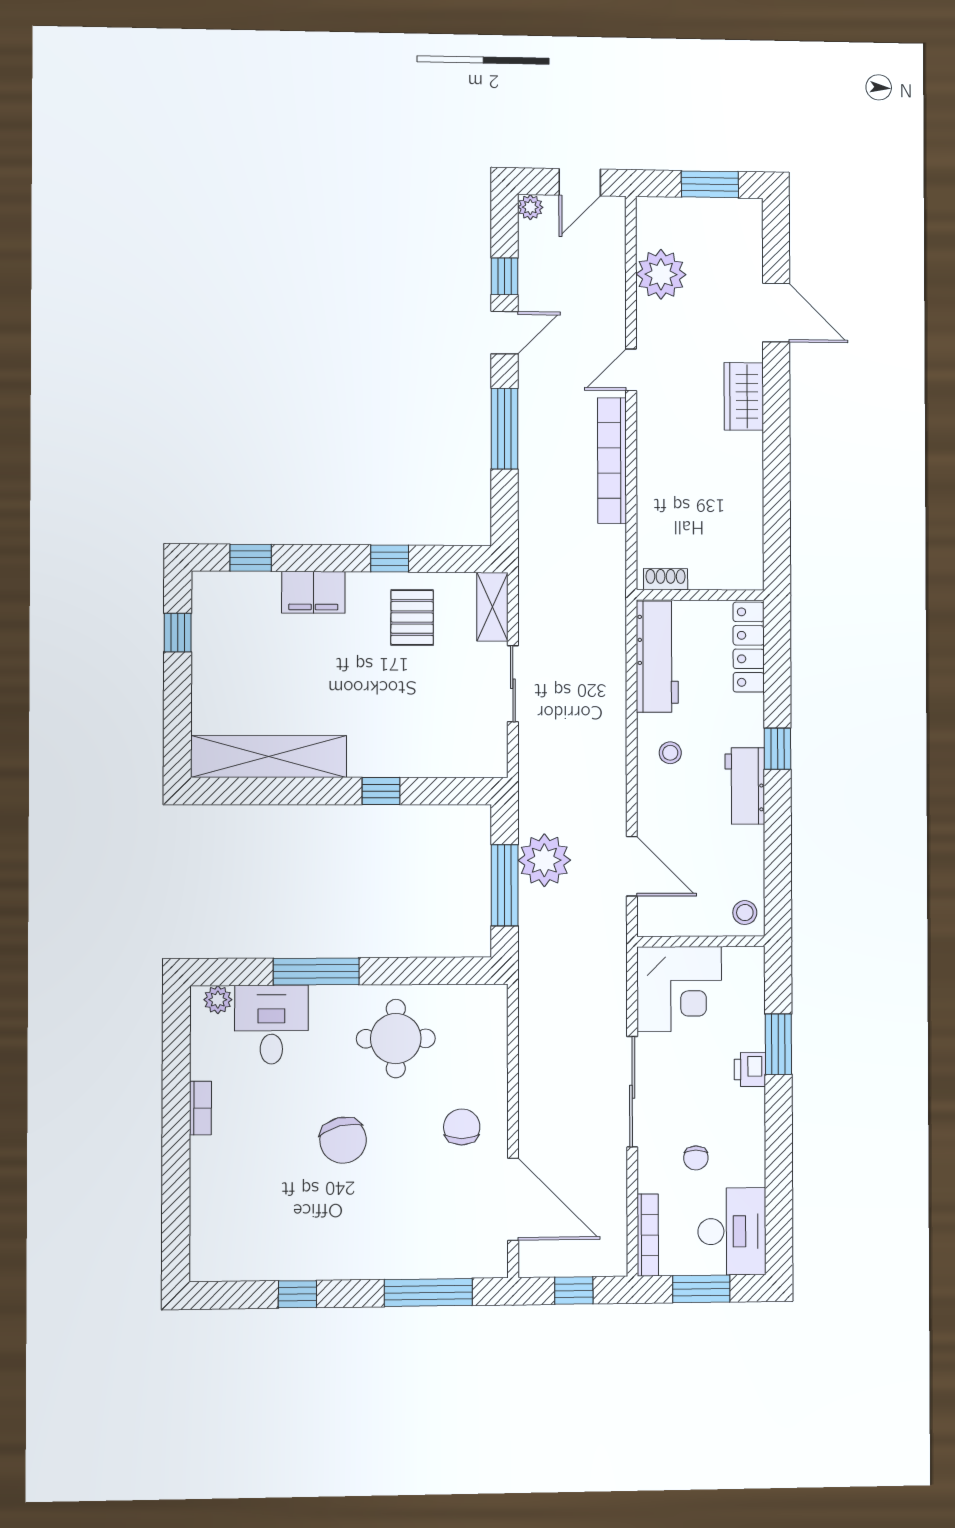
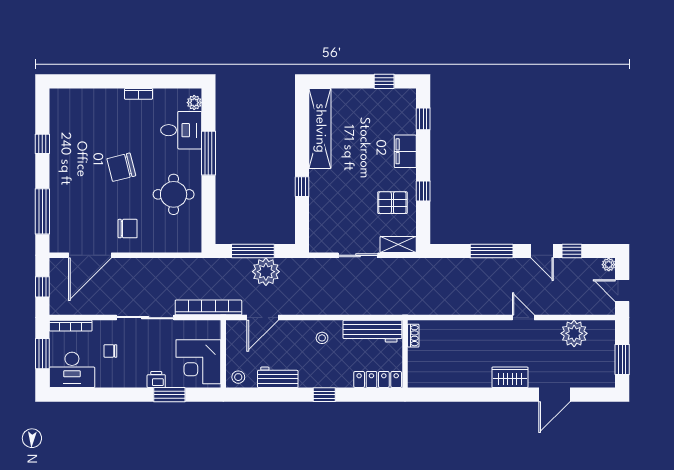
bookcase: (612, 461) -> (208, 307), moved
workbench: (745, 786) -> (278, 377), moved
corner desk: (679, 989) -> (198, 362), moved

